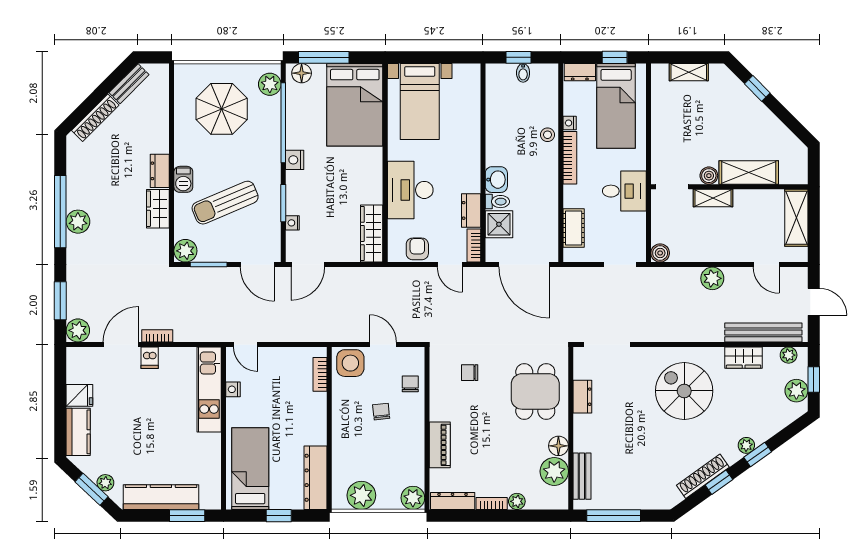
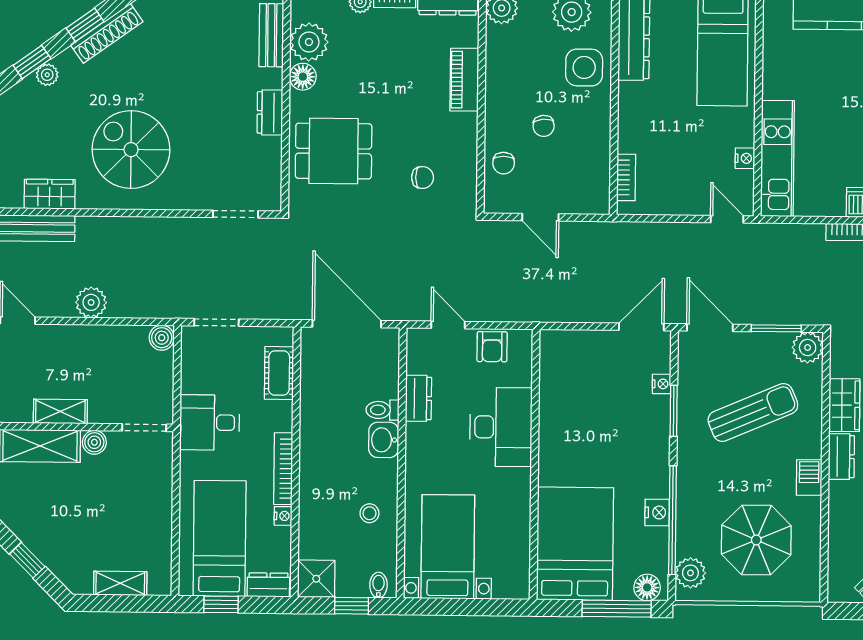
bidet: (523, 73) -> (378, 585), moved
bed with nightstands: (420, 102) -> (448, 547), moved
stool: (548, 135) -> (369, 513), moved
nightstand: (295, 160) -> (657, 512), moved
barbecue: (183, 179) -> (809, 478), moved
shelving: (713, 198) -> (60, 411), moved
shower: (499, 224) -> (316, 579), moved
wardrobe: (372, 233) -> (554, 368), removed
bookcase: (474, 246) -> (415, 350), removed
doorway: (607, 344) -> (235, 214), width x0.73
side table: (350, 363) -> (584, 67), moved
dining table: (535, 391) -> (334, 151), turned 90
spiral stairs: (684, 391) -> (131, 150), turned 180
dresser: (582, 397) -> (270, 113), moved

